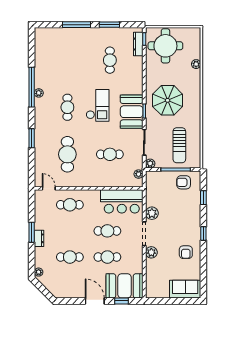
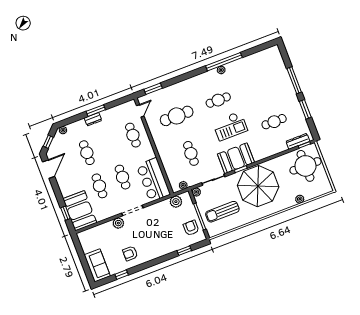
parasol: (168, 100) -> (258, 186), width x1.36, depth x1.36
window: (32, 138) -> (153, 89), moved
plant: (152, 213) -> (176, 202), moved
window: (203, 234) -> (122, 275), moved
window: (44, 291) -> (48, 142), added
door: (95, 301) -> (49, 169), moved

